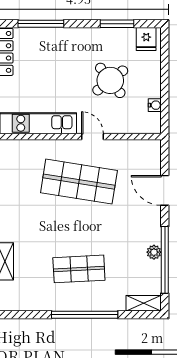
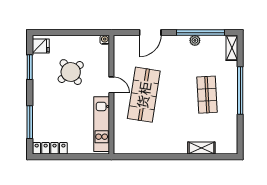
water cooler: (155, 105) -> (105, 40), moved
door: (92, 137) -> (111, 85), swing flipped

